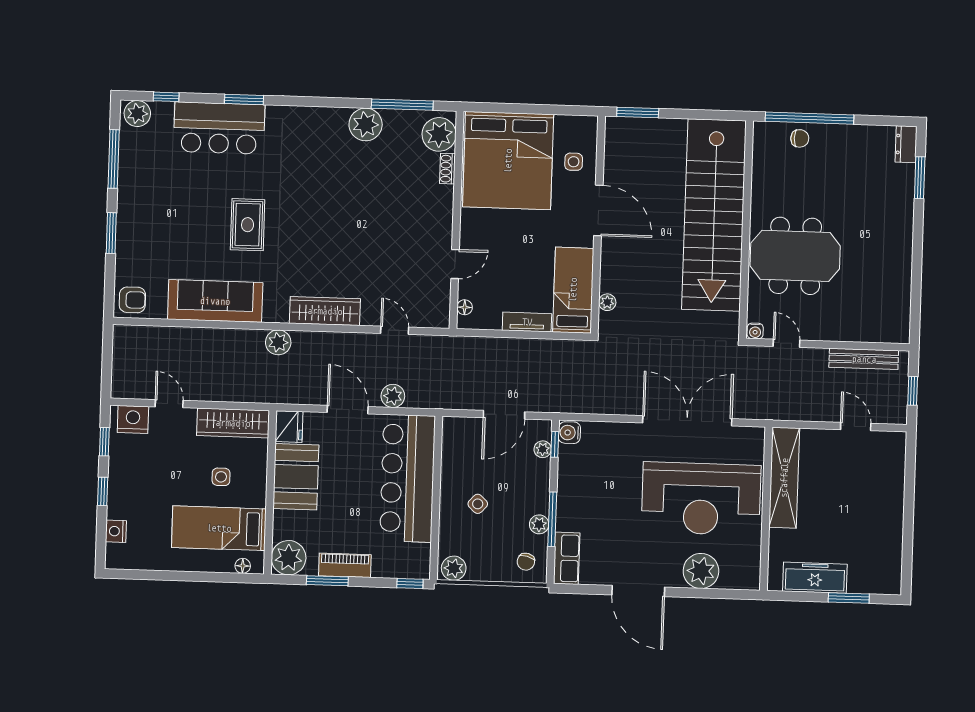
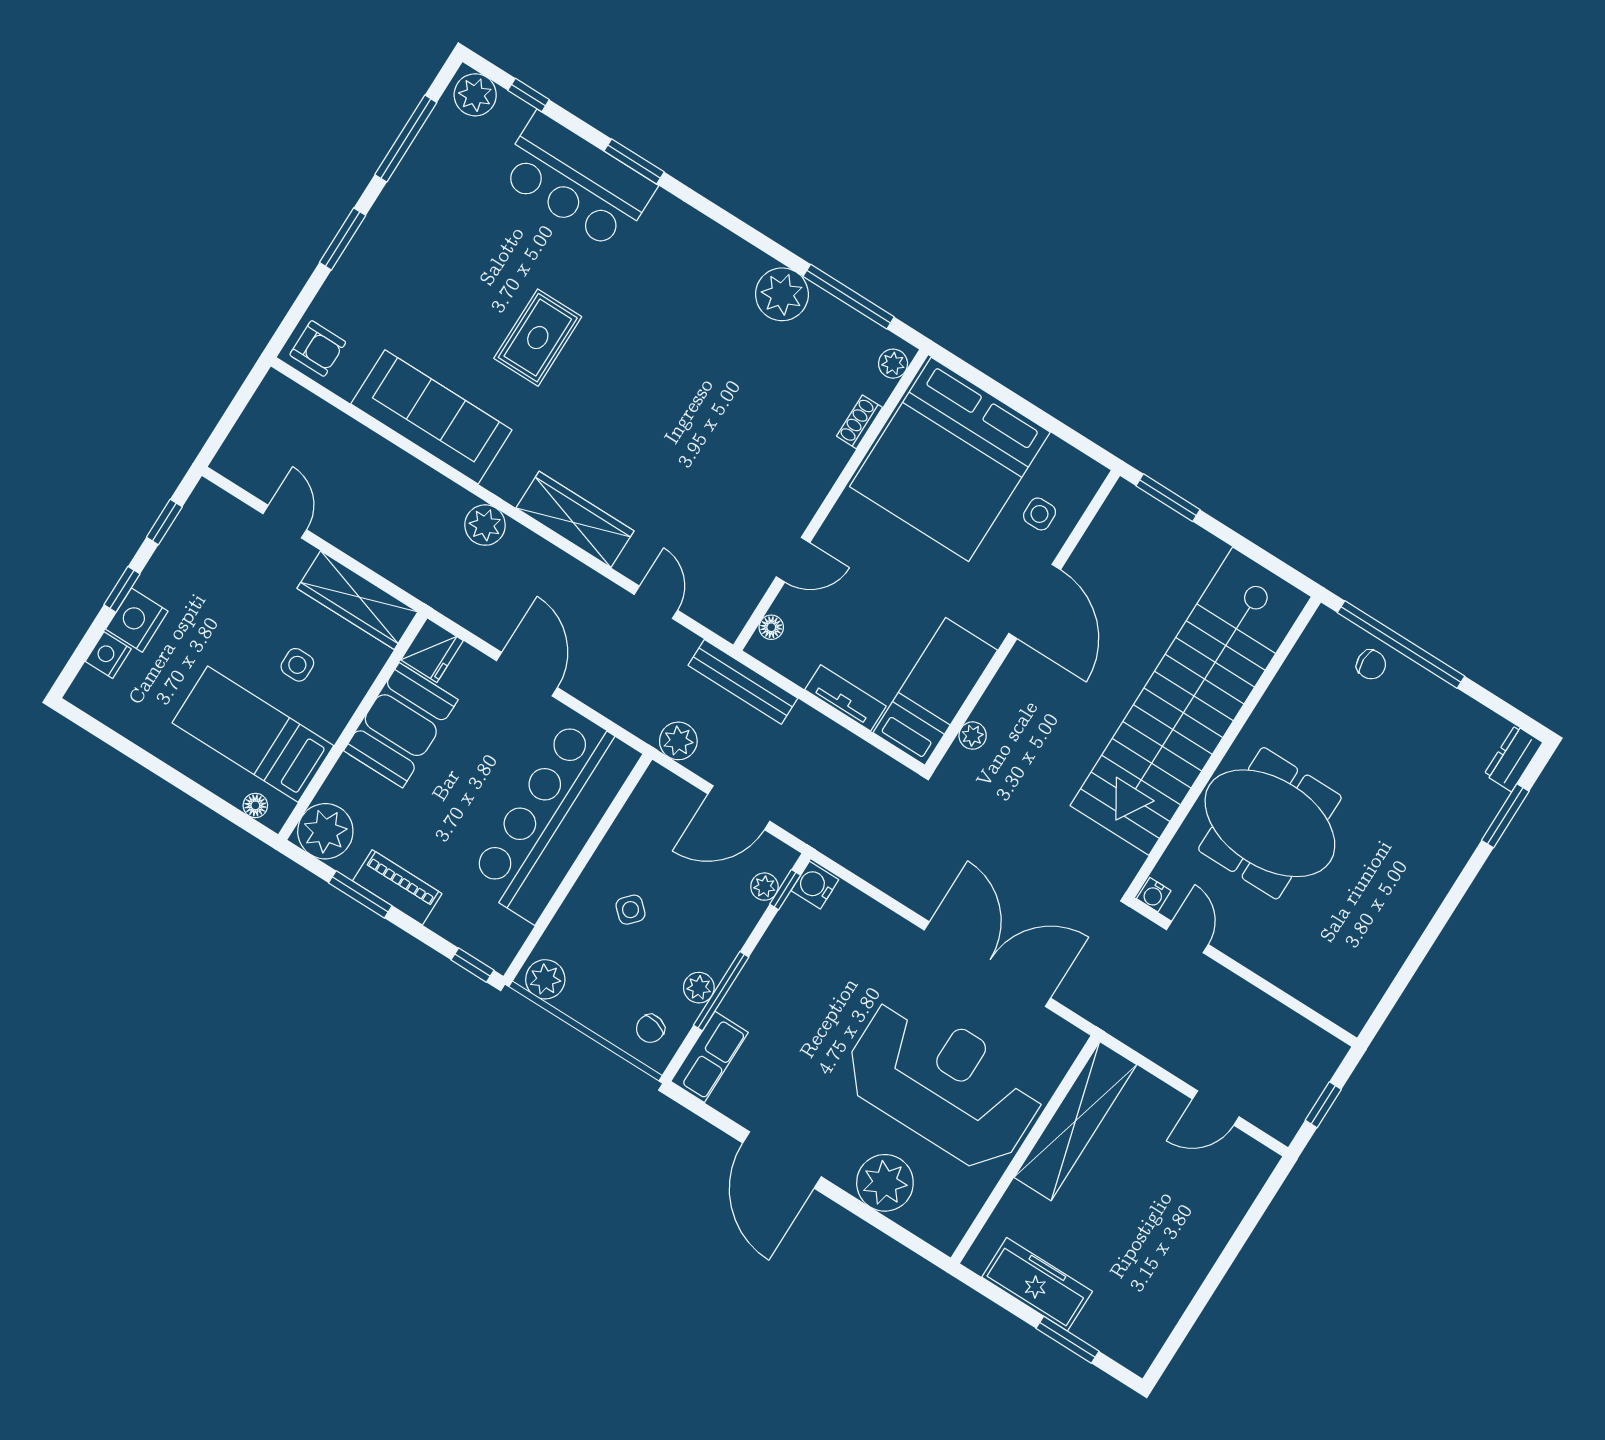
plant: (439, 134) -> (893, 364), width x0.53, depth x0.53
bench: (864, 359) -> (743, 682), moved
plant: (393, 396) -> (678, 741), moved
nightstand: (133, 419) -> (137, 620), moved, turned -90
door: (856, 426) -> (1216, 1108), swing flipped
reception desk: (701, 499) -> (944, 1083), turned 180

